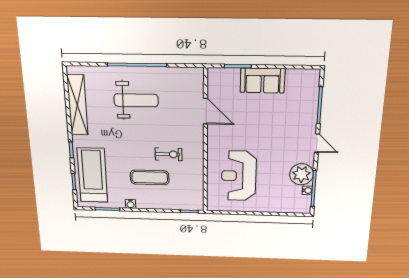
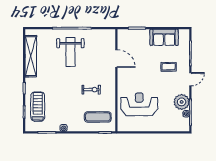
sofa: (262, 81) -> (164, 37), moved
weight bench: (136, 100) -> (70, 52), turned 90
coffee table: (285, 125) -> (169, 67), added
door: (317, 143) -> (190, 79), hinge flipped
treadmill: (92, 175) -> (38, 107), width x0.73, depth x0.73
reception desk: (239, 176) -> (139, 104), turned 90
exercise mat: (150, 177) -> (98, 117), moved

